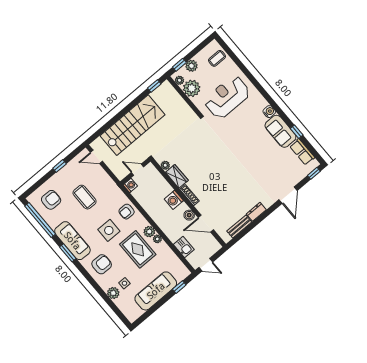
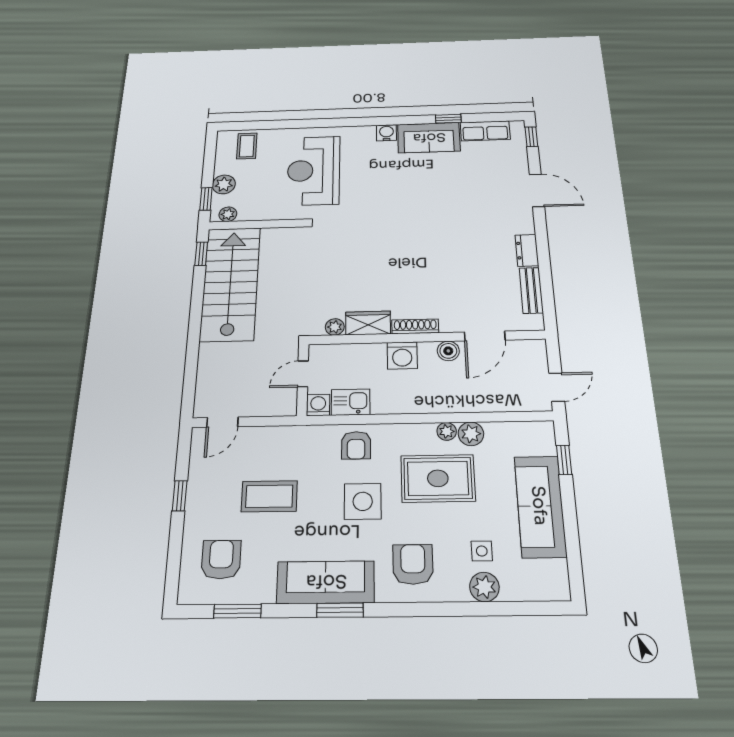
plant: (192, 88) -> (255, 207), removed
stairs: (132, 125) -> (230, 283), moved
window: (40, 220) -> (238, 611), width x0.47
plant: (149, 232) -> (471, 434), moved
kitchen sink: (184, 247) -> (351, 402), moved

